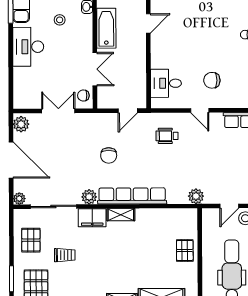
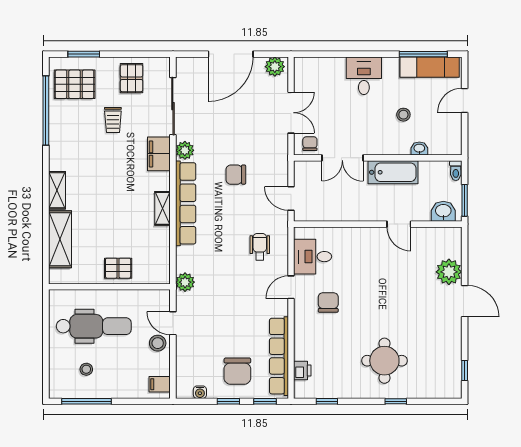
desk: (28, 47) -> (364, 76), width x0.73
desk: (166, 83) -> (313, 257), moved, turned -90
plant: (19, 199) -> (183, 64), removed
shelving: (121, 215) -> (163, 208), moved
pallet: (31, 240) -> (132, 78), turned 90

